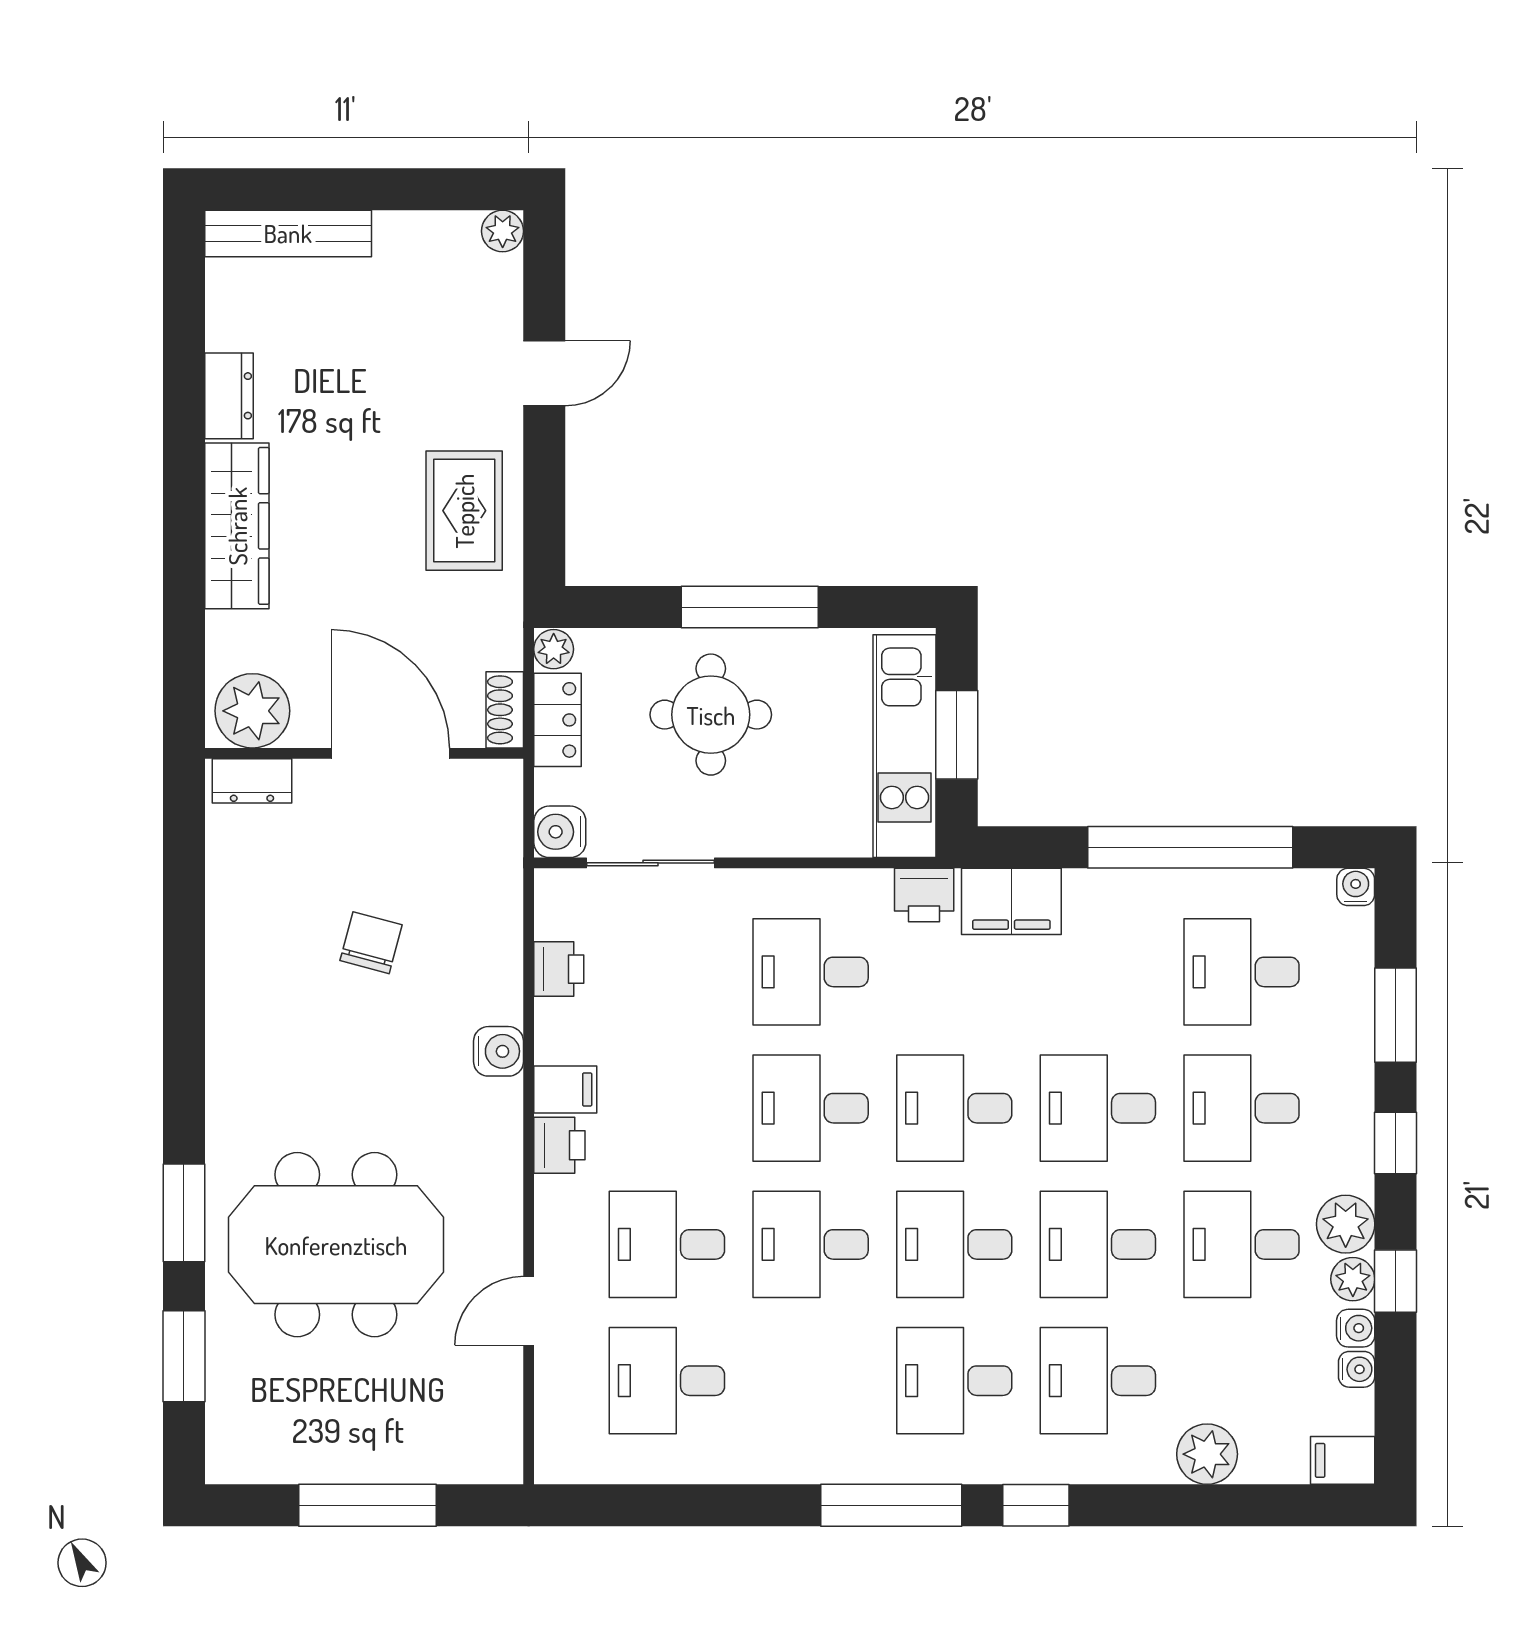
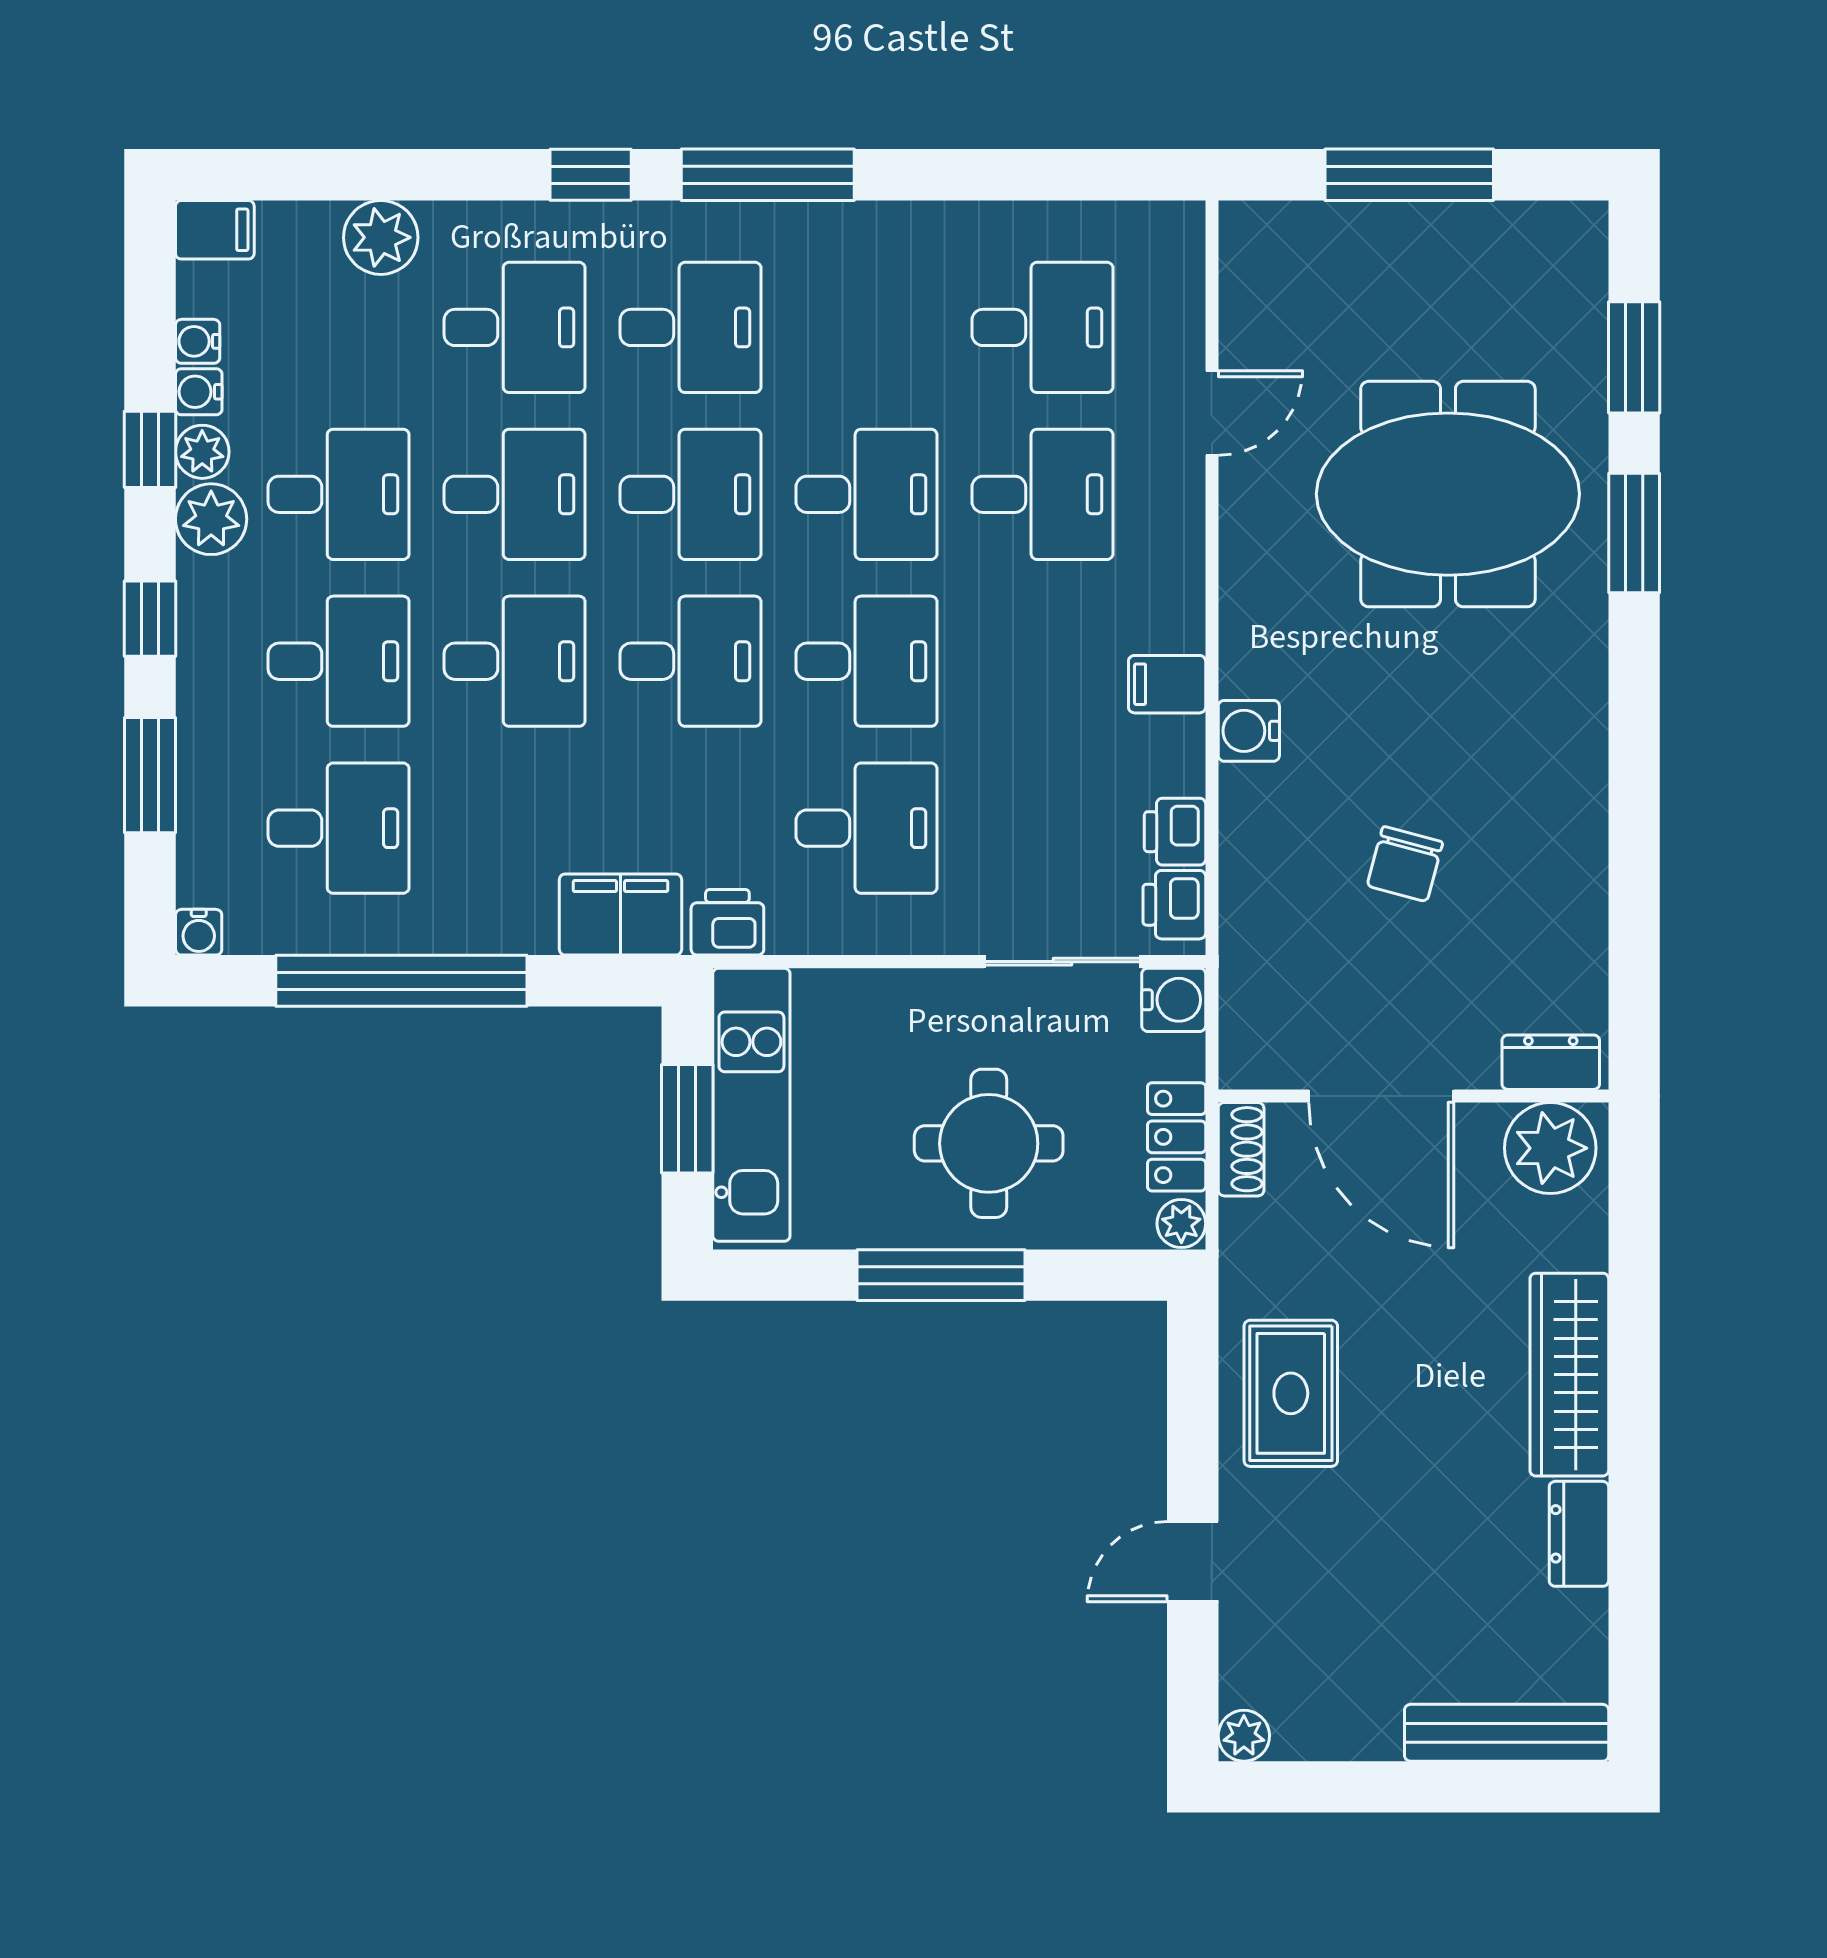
printer: (559, 1145) -> (1174, 905), moved

